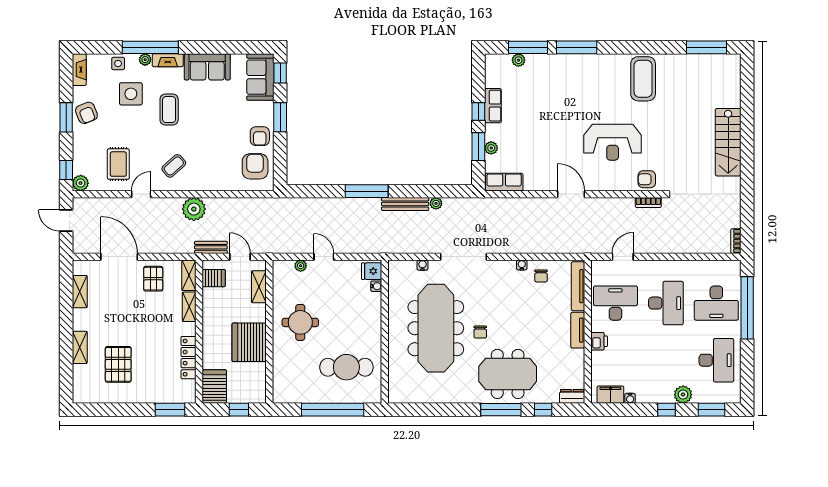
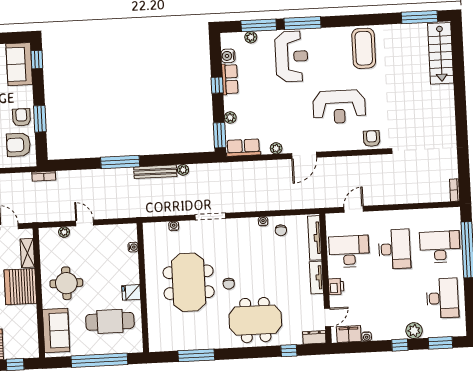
water cooler: (492, 80) -> (228, 56), added
reception desk: (563, 84) -> (292, 56), added
window: (280, 117) -> (40, 119), moved
armchair: (260, 136) -> (21, 117), turned 180
stairs: (728, 142) -> (441, 53), moved
window: (478, 147) -> (220, 135), moved
armchair: (255, 166) -> (19, 145), turned -90
armchair: (647, 179) -> (372, 139), turned 90
plant: (540, 185) -> (276, 148), added
door: (571, 194) -> (304, 155), swing flipped
bookcase: (648, 202) -> (44, 176), moved
doorway: (463, 257) -> (210, 217), width x0.73
fridge: (372, 271) -> (131, 292), moved
desk: (716, 303) -> (440, 247), turned 180
meeting table: (436, 328) -> (189, 282), width x0.73
server rack: (249, 342) -> (20, 287), moved
sofa: (286, 374) -> (56, 330), added
door: (588, 375) -> (327, 317), added
window: (501, 410) -> (196, 355), moved

